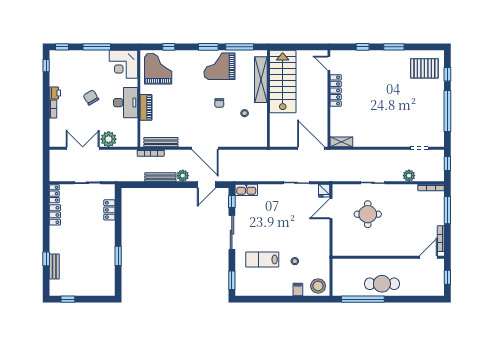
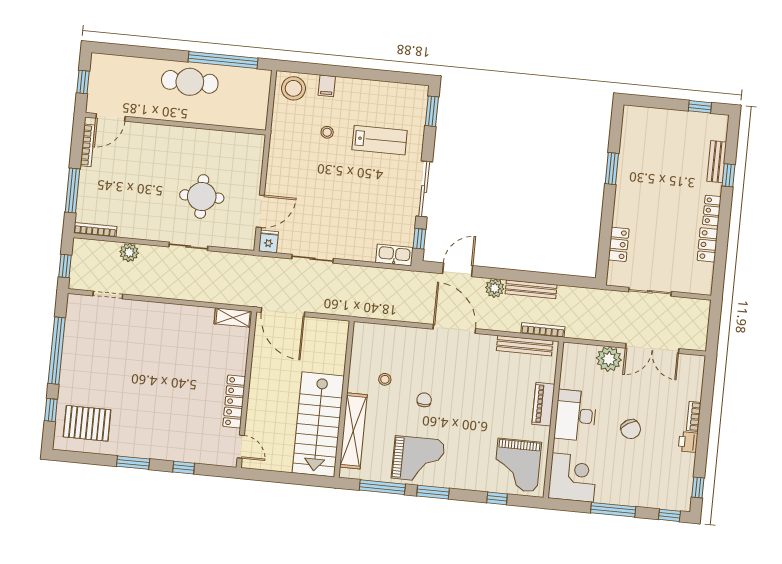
locker: (54, 194) -> (712, 211), moved

